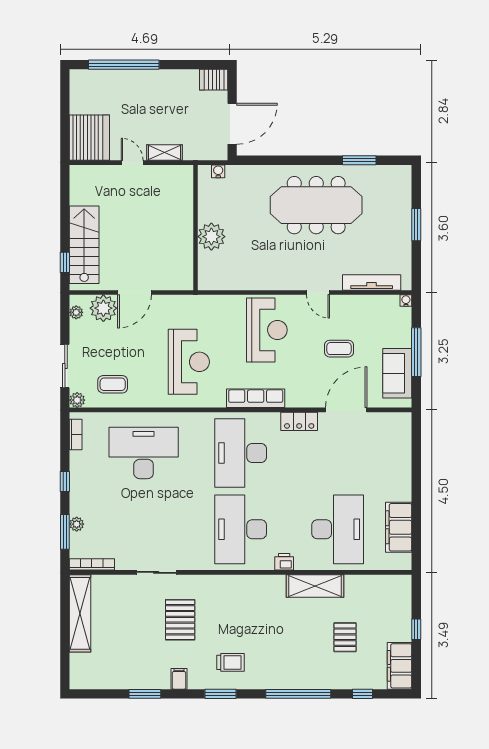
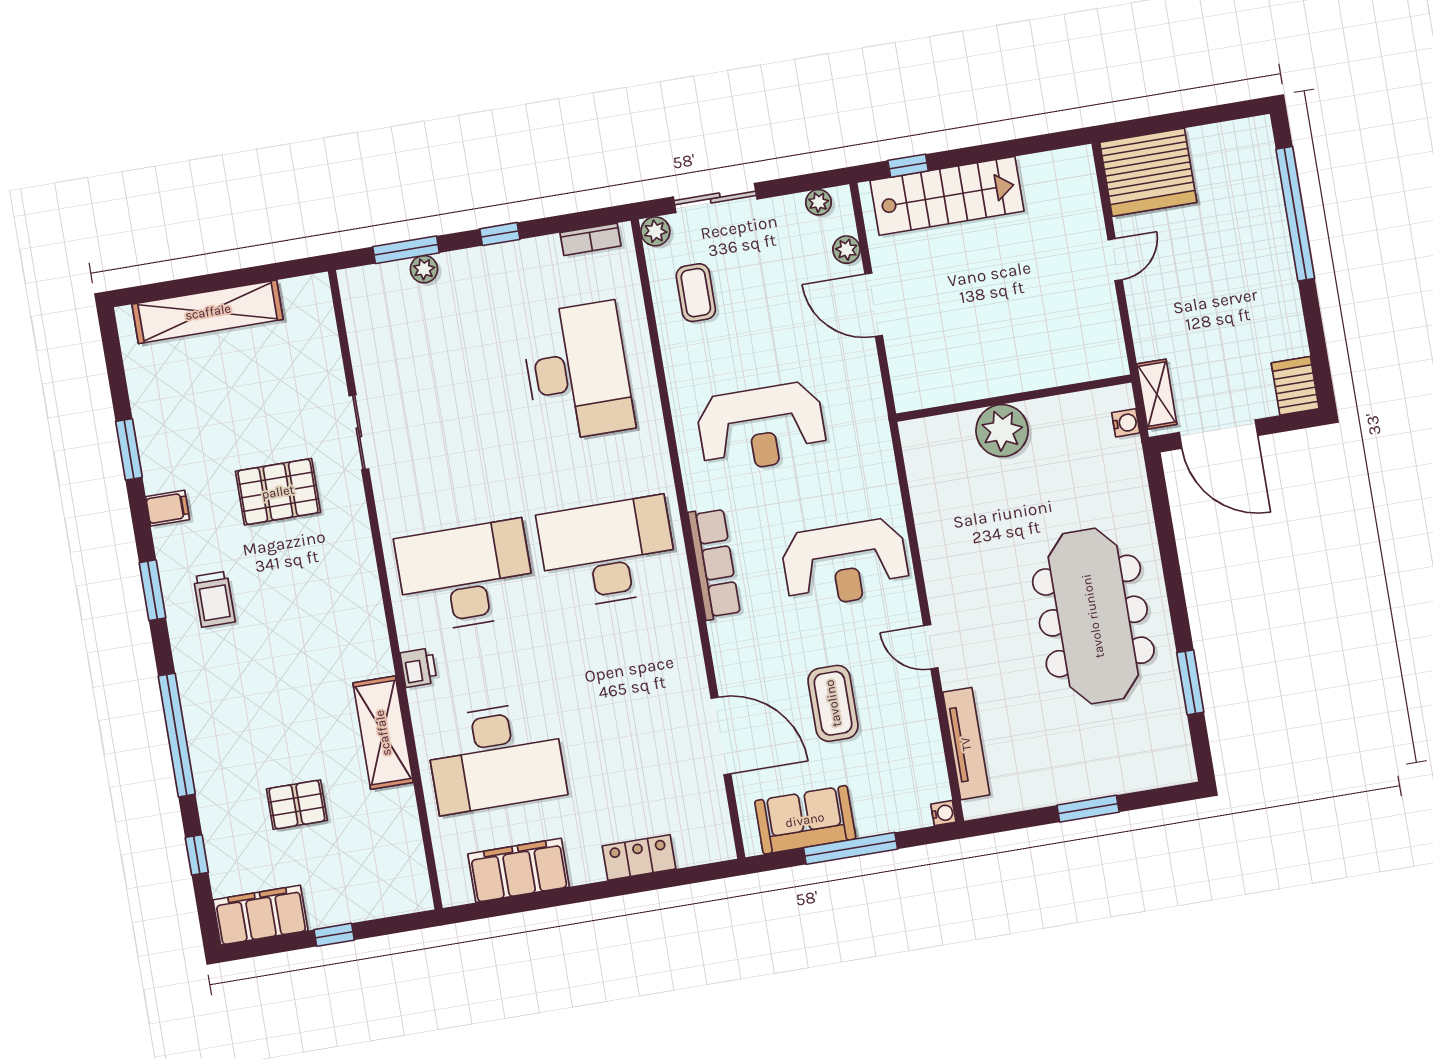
shelving: (164, 153) -> (1157, 394), moved
door: (318, 293) -> (931, 647), hinge flipped
plant: (103, 308) -> (846, 250), width x0.53, depth x0.53
coffee table: (339, 349) -> (833, 703), width x1.36, depth x1.30
locker: (299, 421) -> (639, 857), moved, turned 90
bookcase: (92, 564) -> (354, 310), removed
shelving: (80, 613) -> (208, 312), moved

